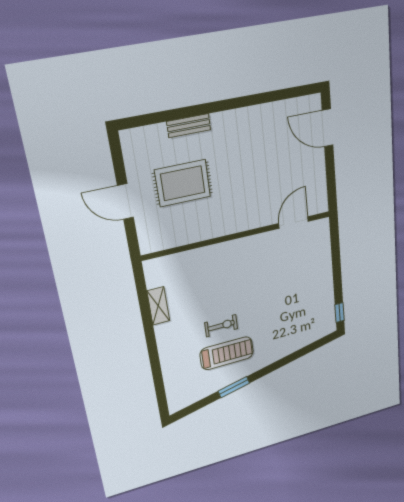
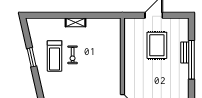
window: (201, 109) -> (192, 60), added
shelving: (158, 306) -> (76, 22), moved

